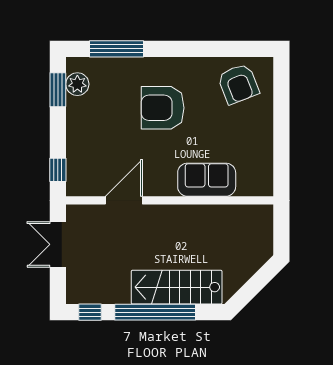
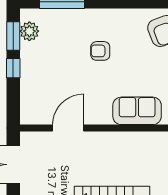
armchair: (163, 108) -> (100, 51), width x0.53, depth x0.53
window: (58, 170) -> (13, 68), moved

